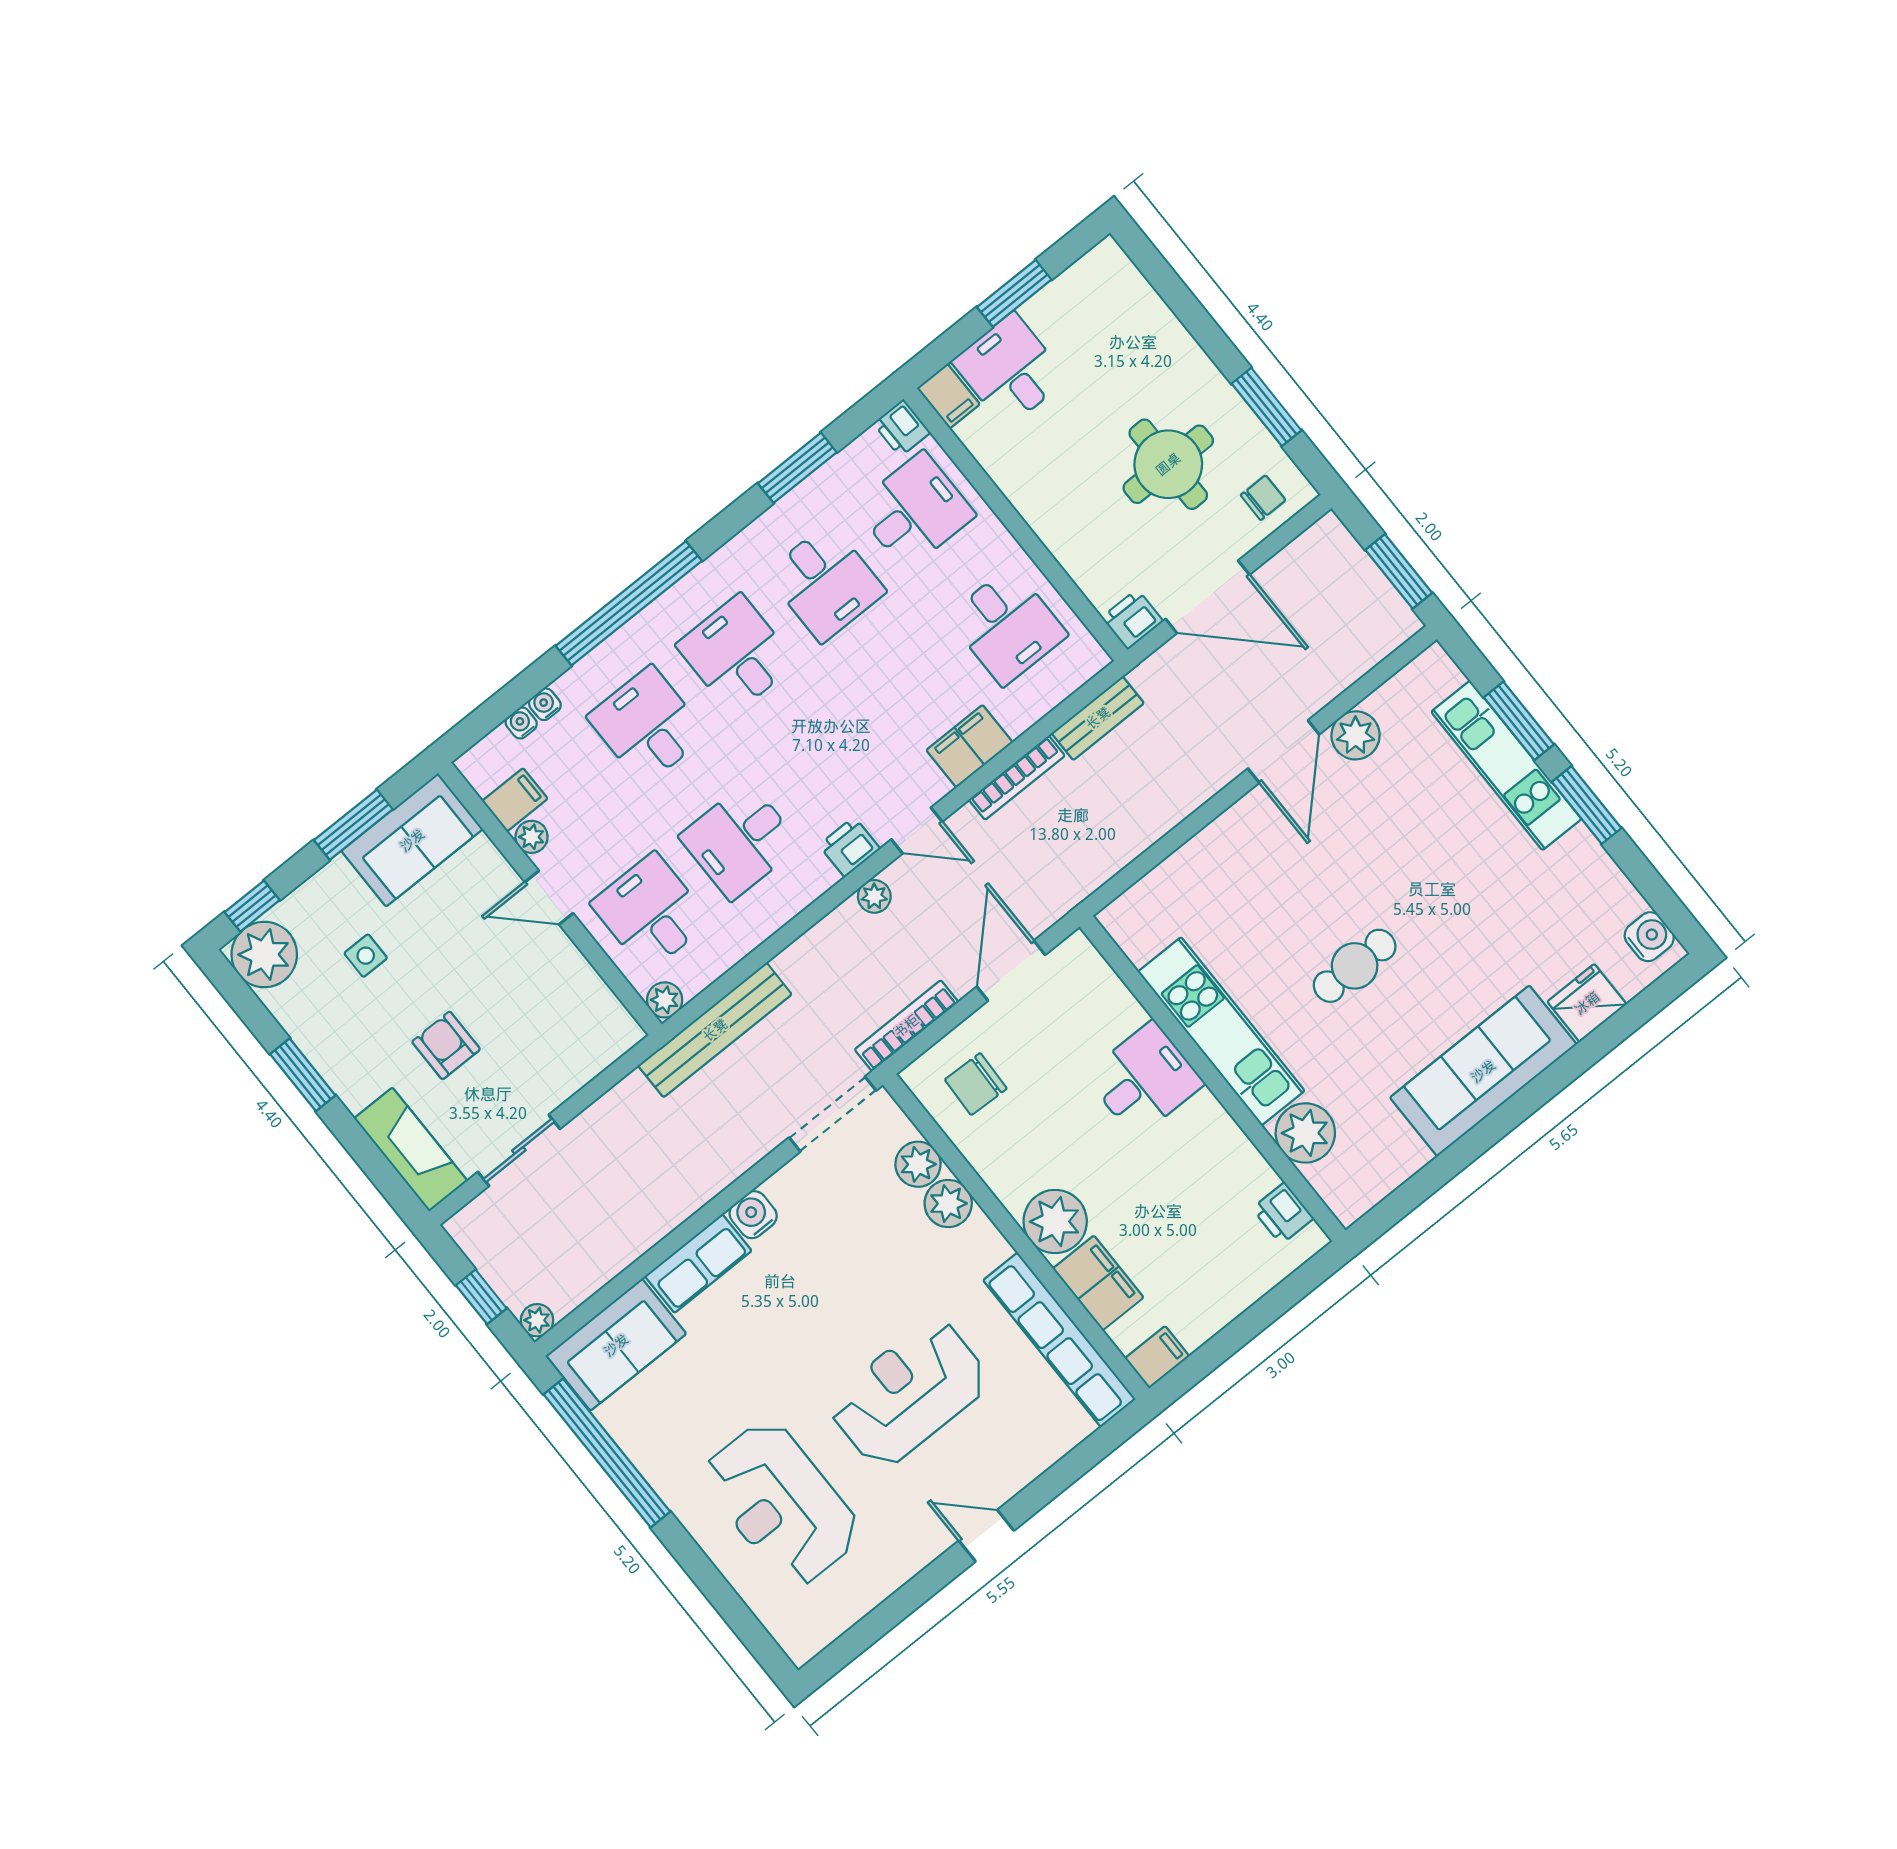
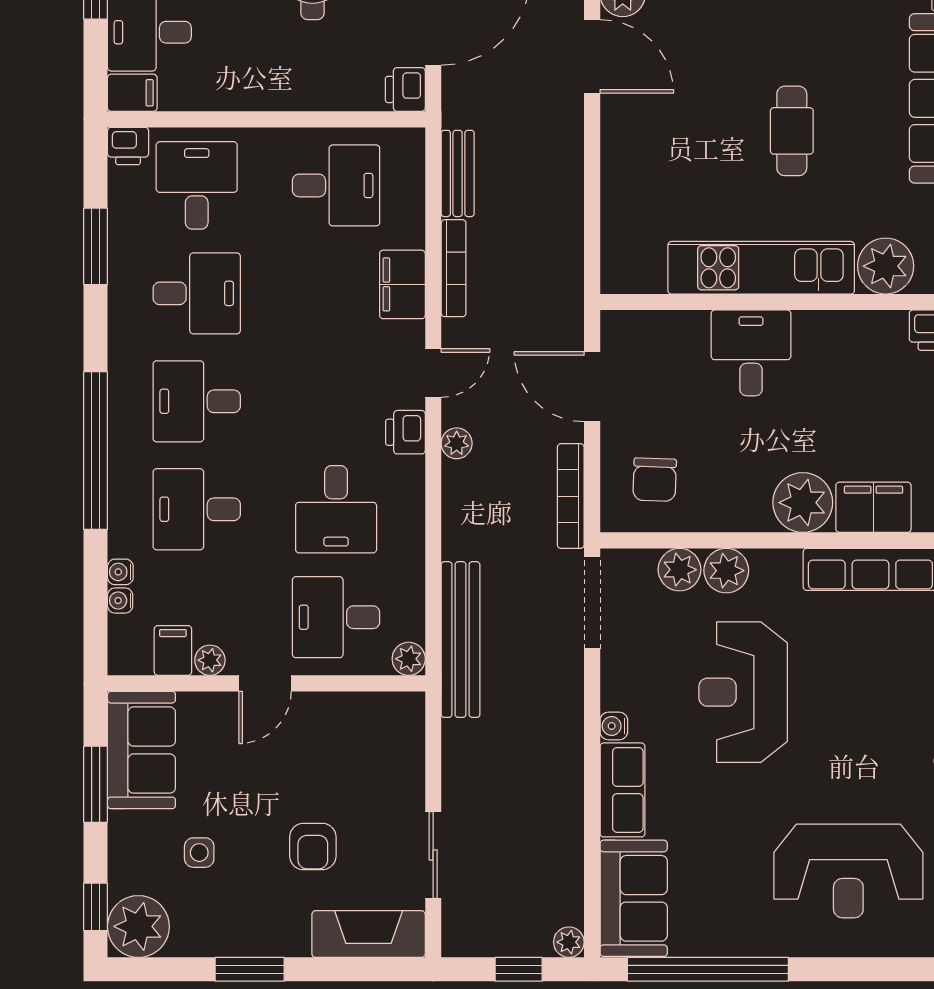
armchair: (446, 1045) -> (313, 847), turned -90
water cooler: (753, 1215) -> (614, 726), width x0.72, depth x0.72
reception desk: (909, 1393) -> (743, 692), moved

